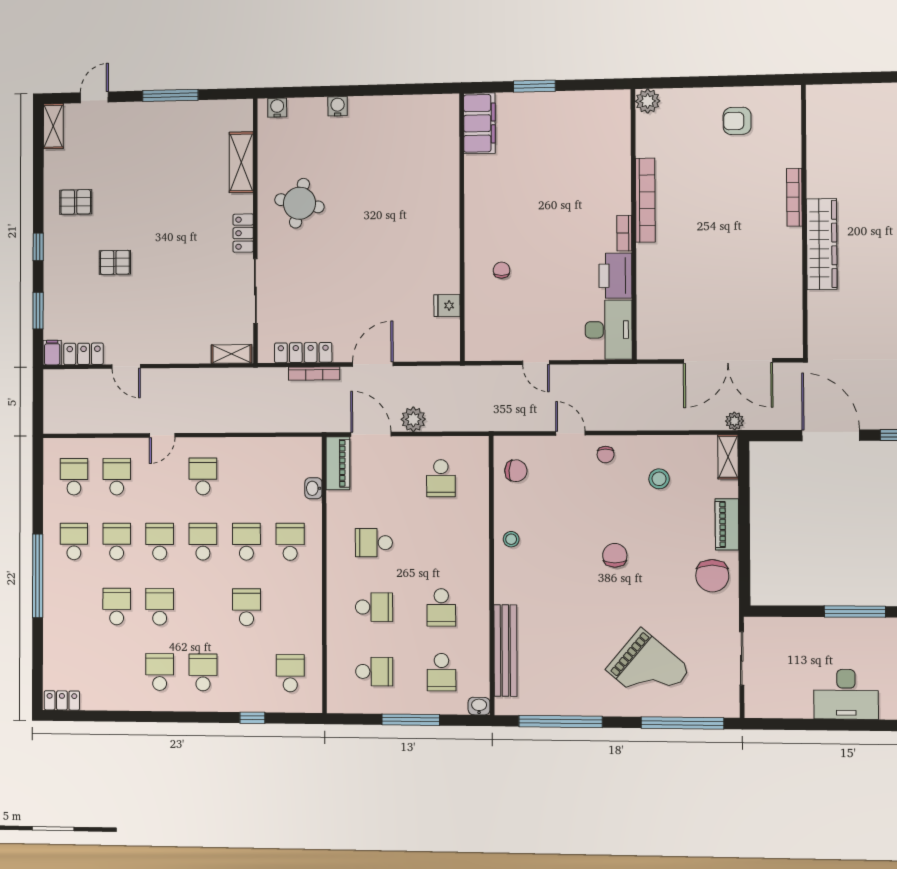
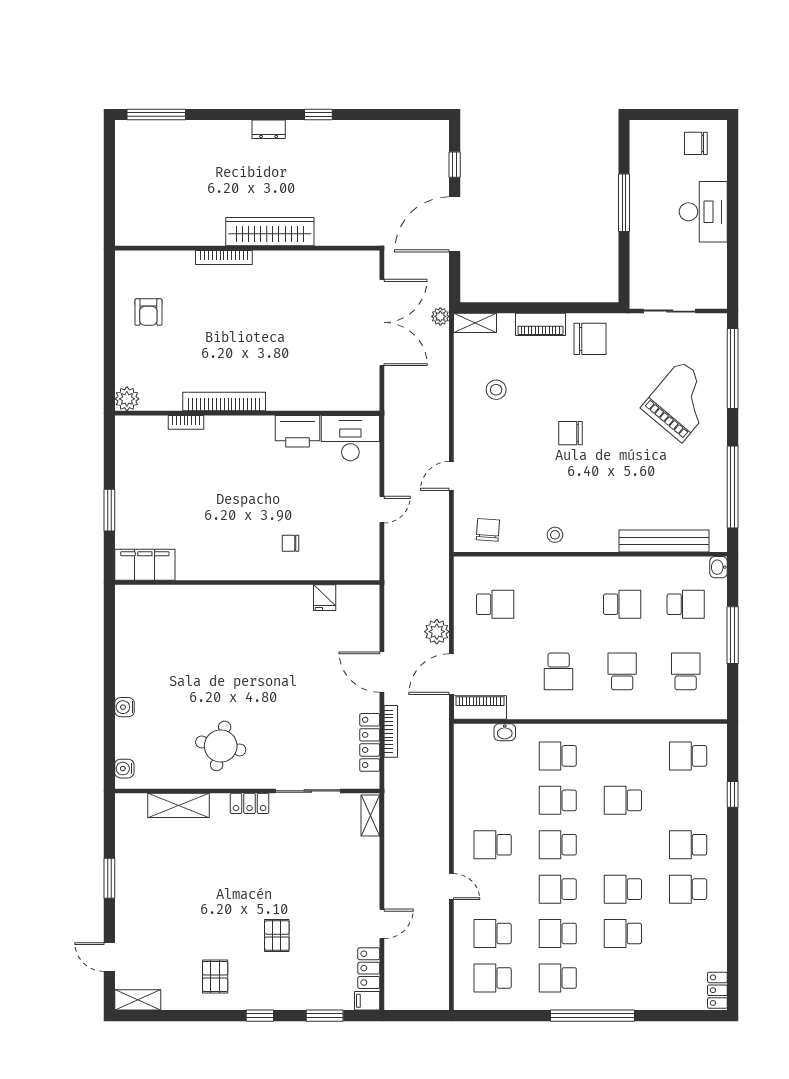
window: (170, 95) -> (109, 878), width x0.69
bookcase: (624, 233) -> (186, 422), moved
chair: (606, 455) -> (472, 442), removed

